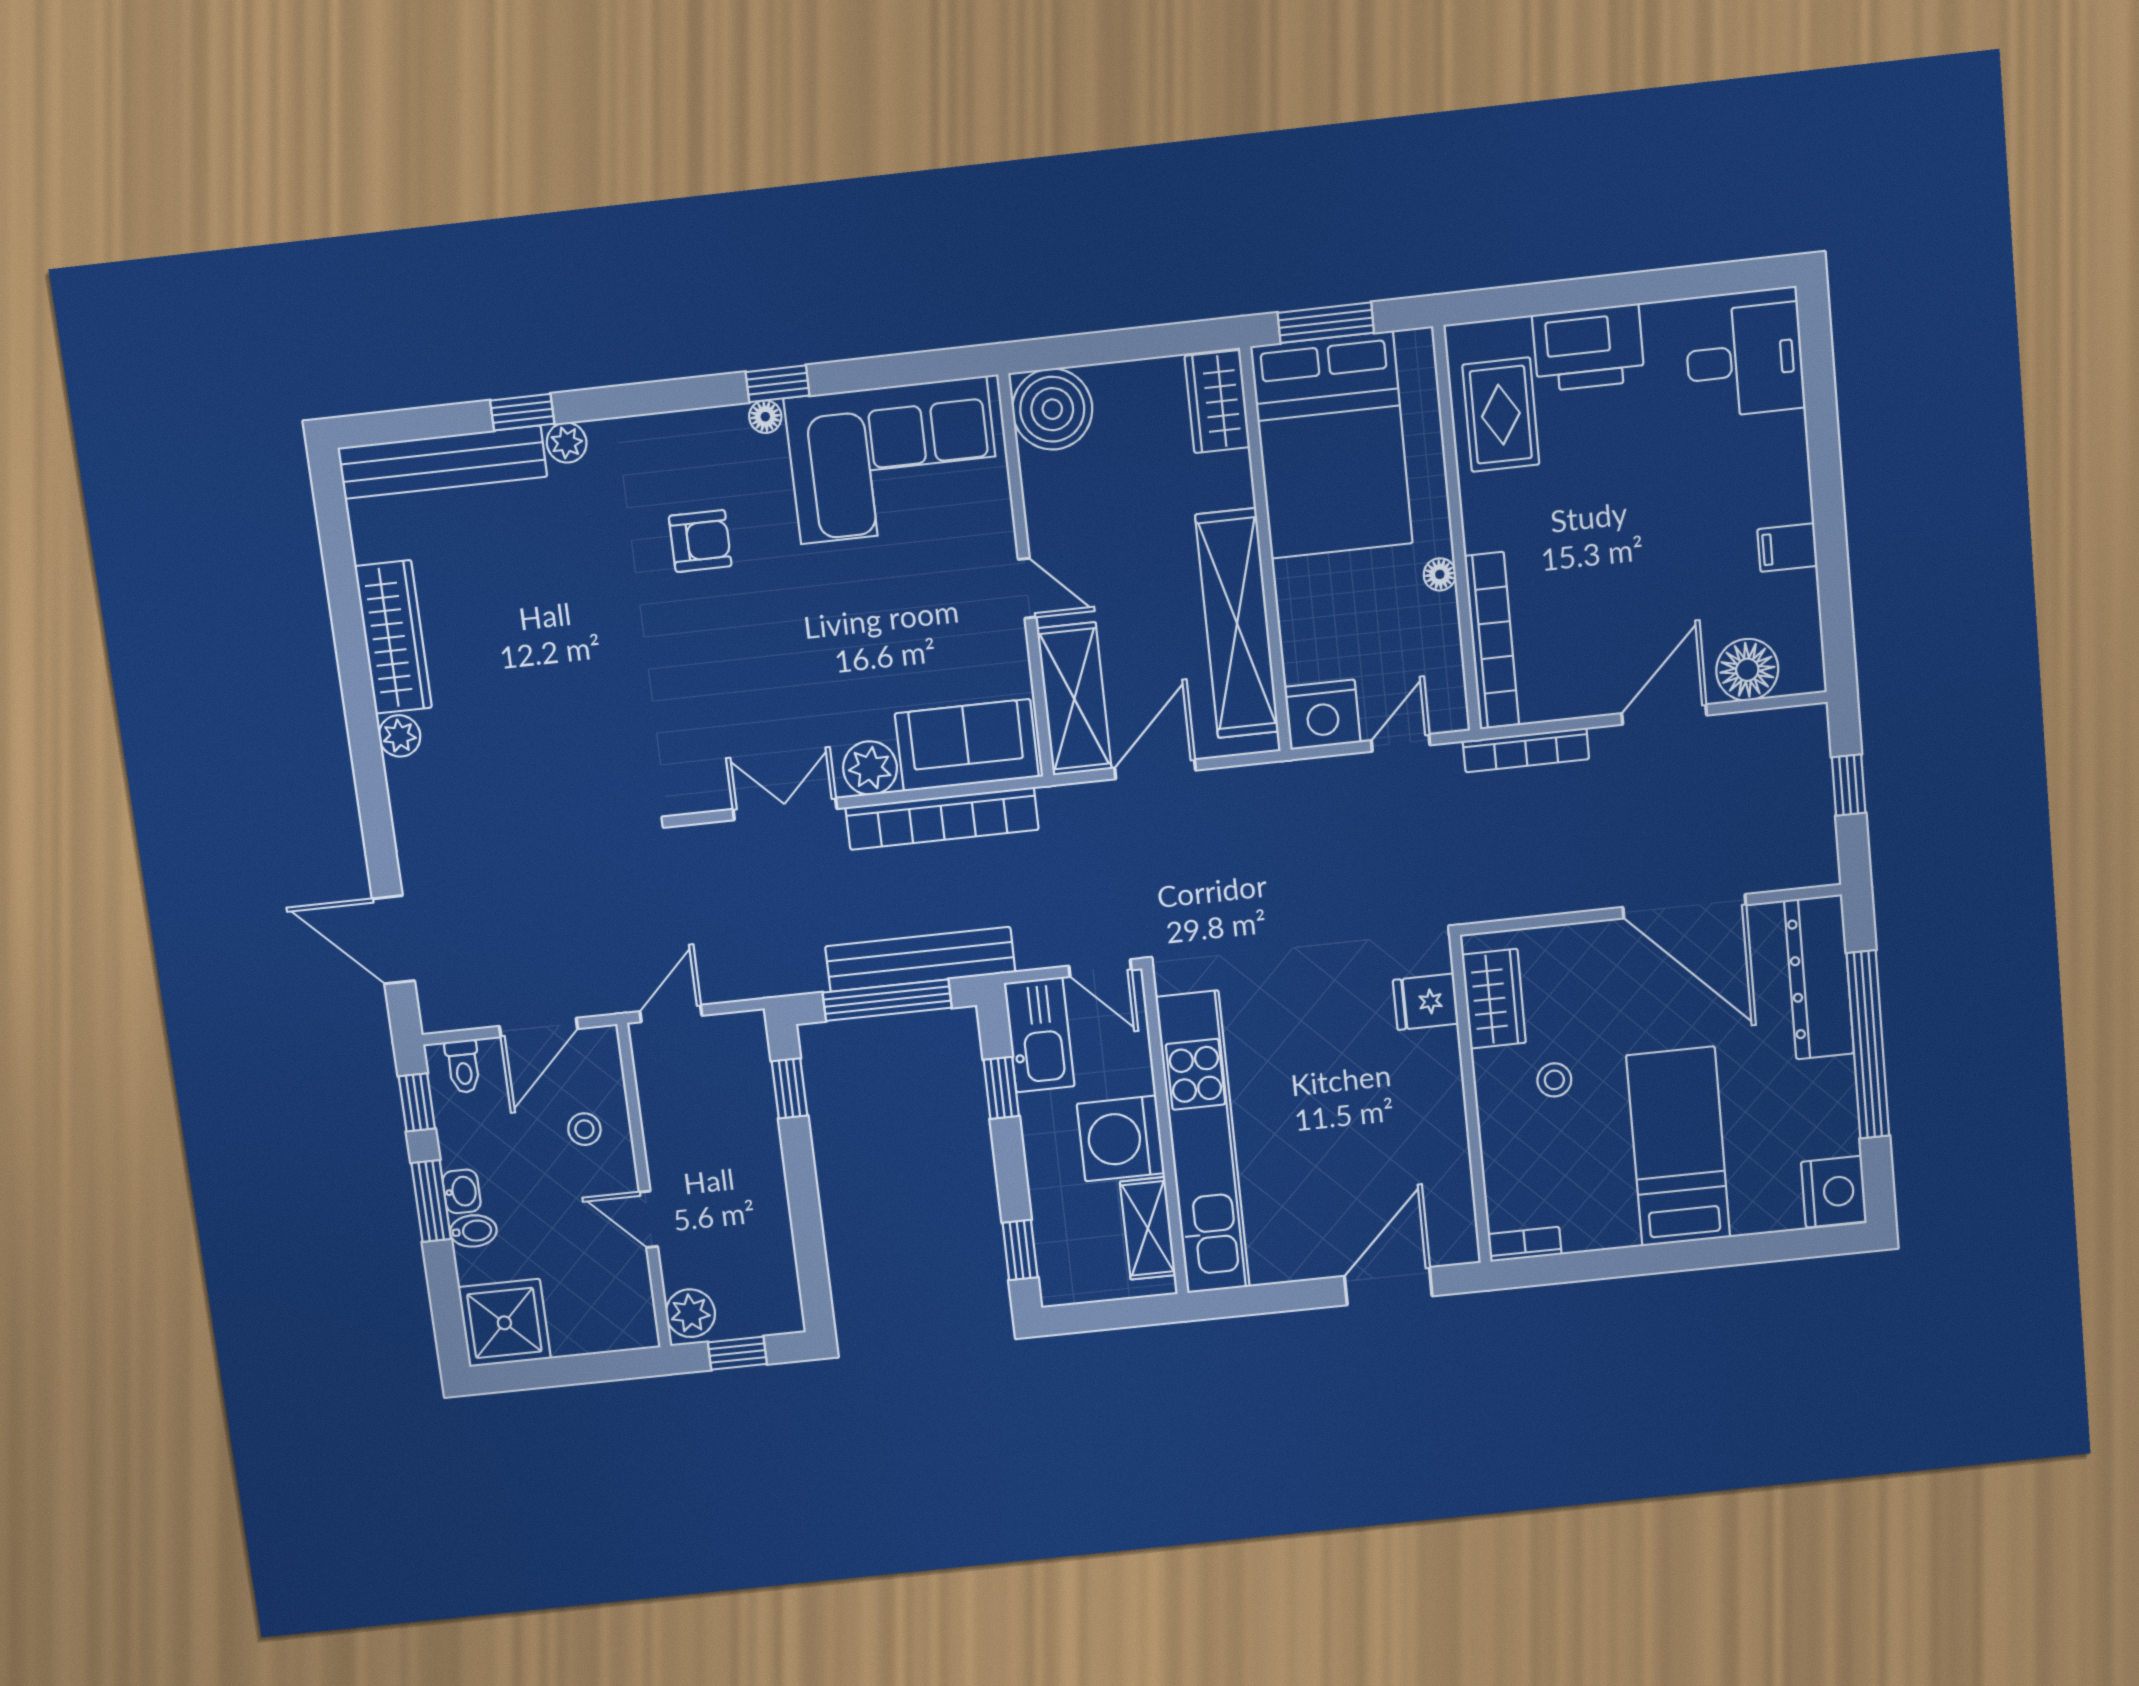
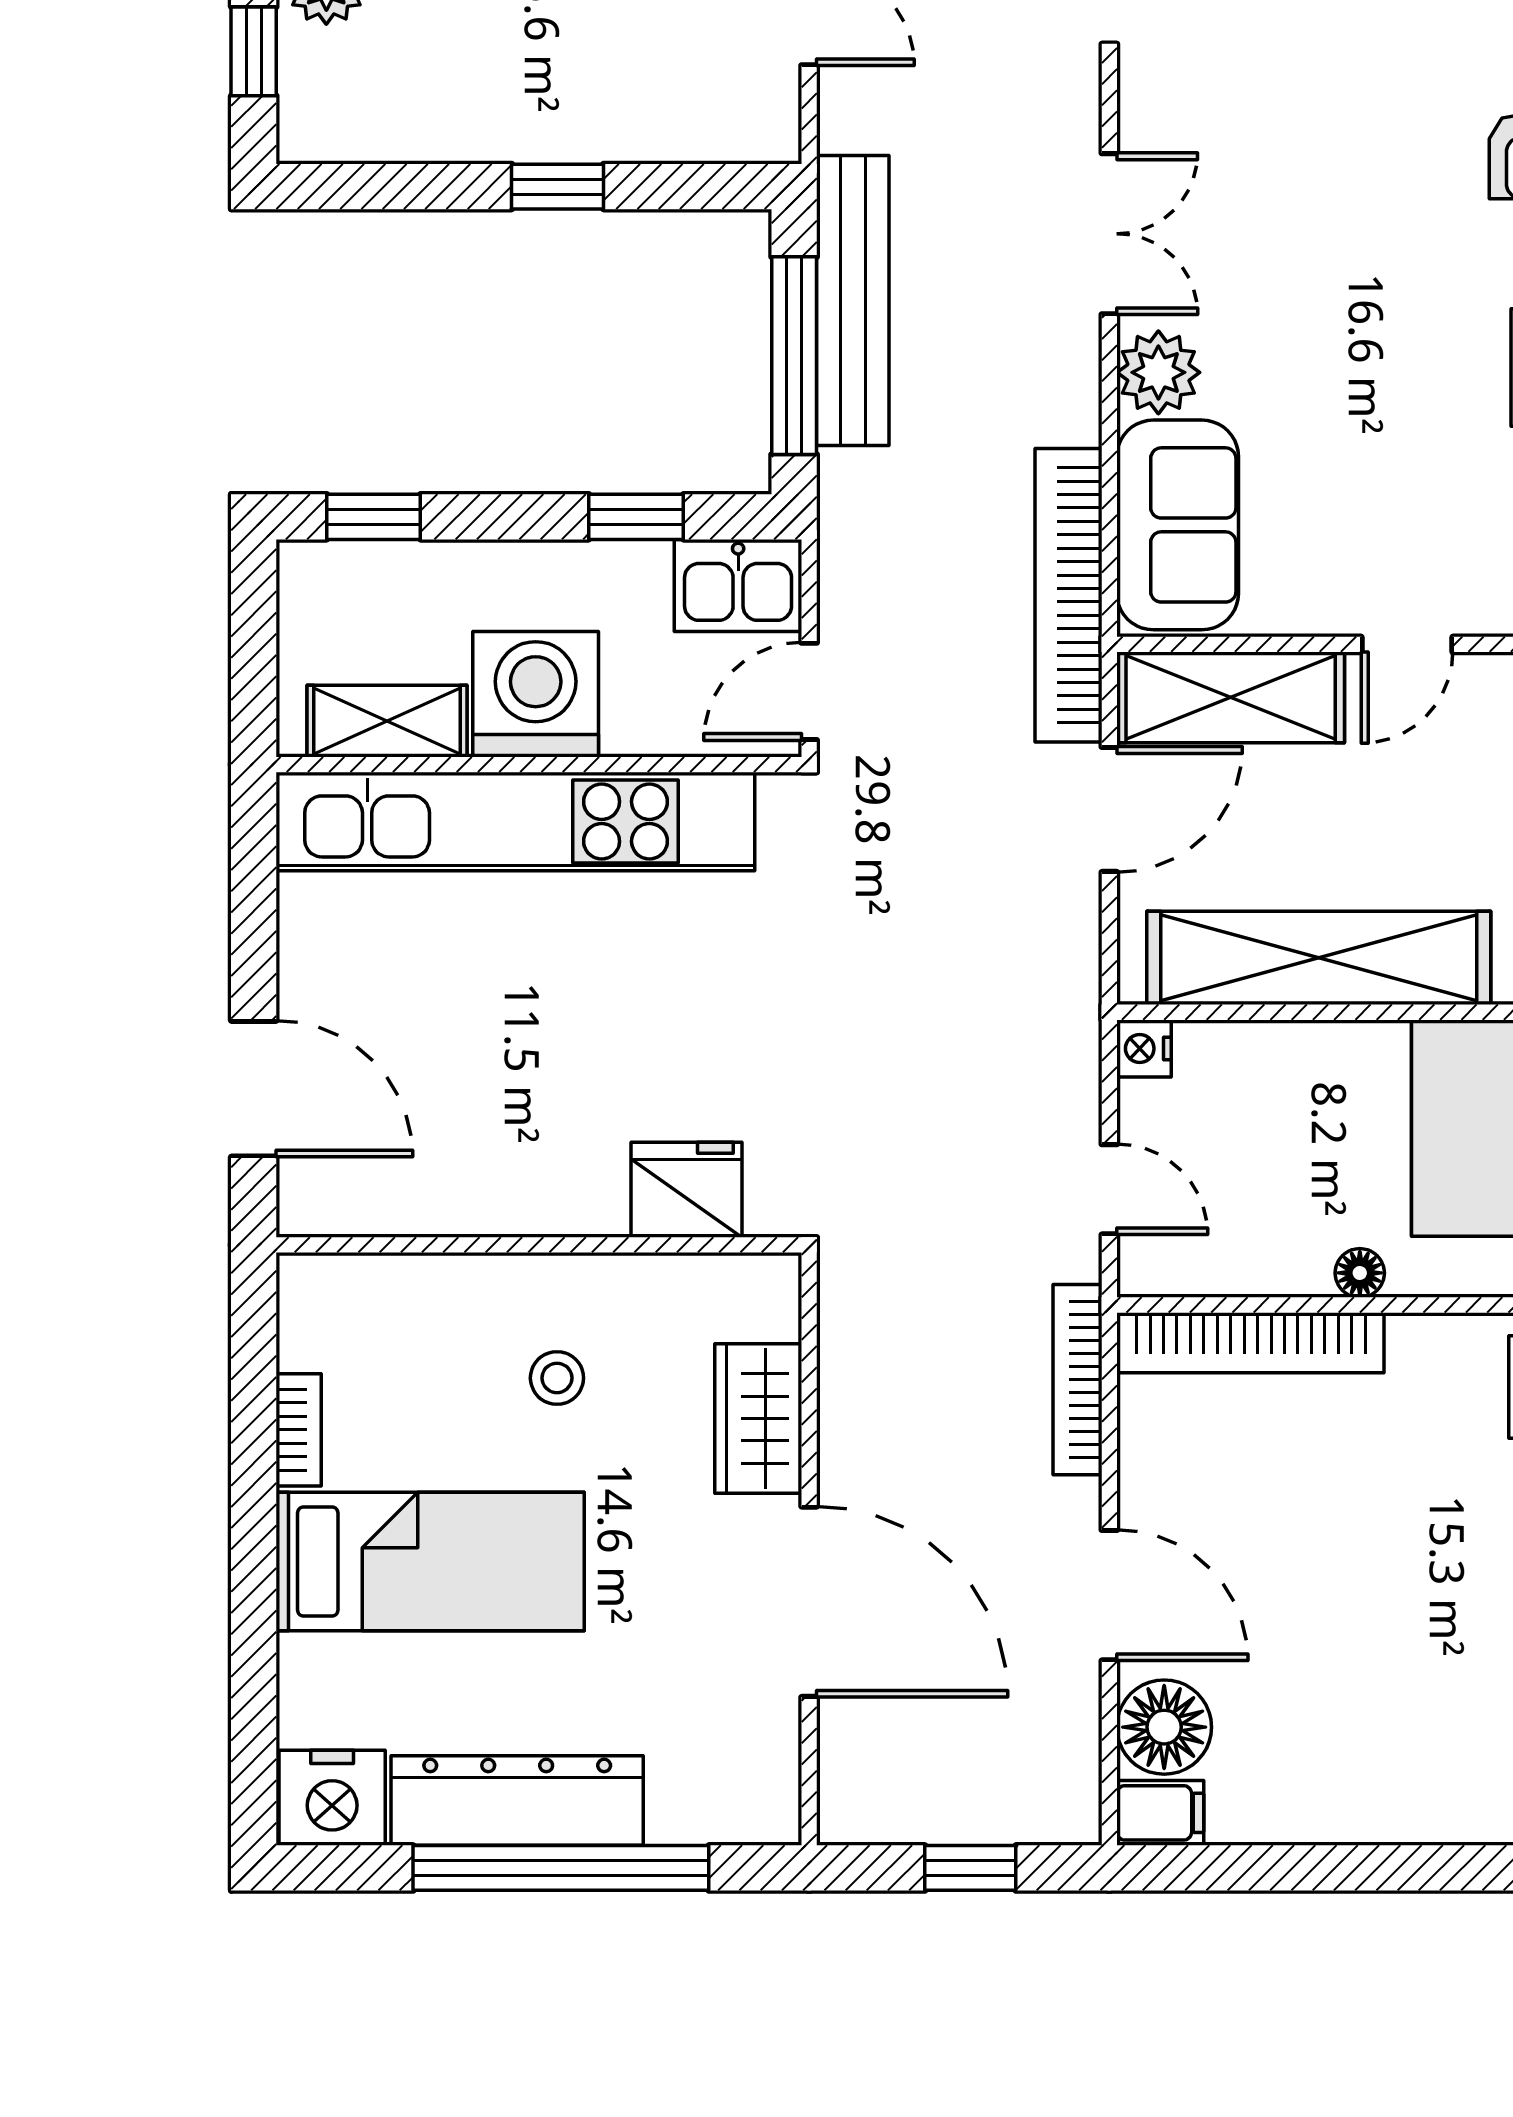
filing cabinet: (1787, 548) -> (1160, 1813), moved, turned 90
nightstand: (1322, 715) -> (1144, 1049), width x0.53, depth x0.56
door: (1155, 769) -> (1109, 809), hinge flipped
bookcase: (942, 819) -> (1069, 595), moved
door: (1684, 906) -> (809, 1602), swing flipped
bench: (920, 959) -> (853, 300), moved
dresser: (1819, 977) -> (517, 1801), moved
wardrobe: (1494, 999) -> (758, 1418), moved, turned 90
fridge: (1426, 1002) -> (687, 1190), width x1.38
kitchen sink: (1039, 1035) -> (738, 585), width x0.73
window: (789, 1088) -> (558, 187), moved
bookcase: (1525, 1244) -> (299, 1430), moved

